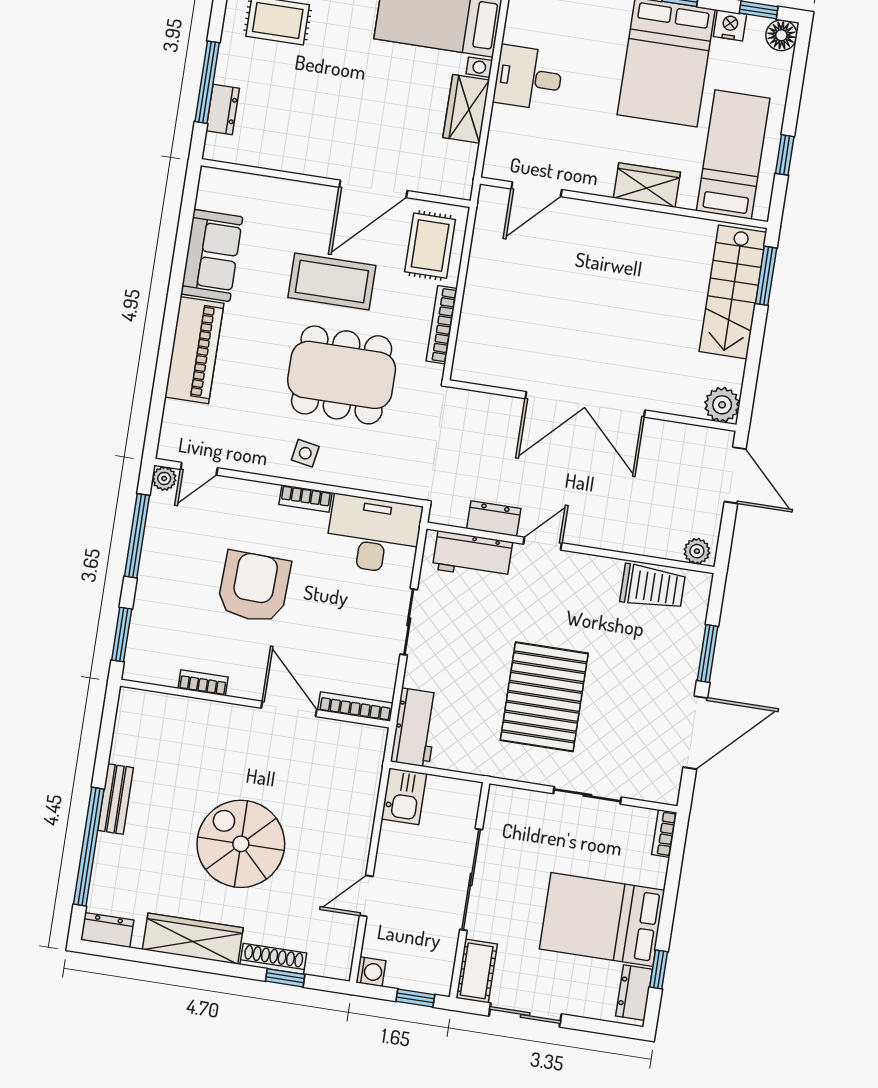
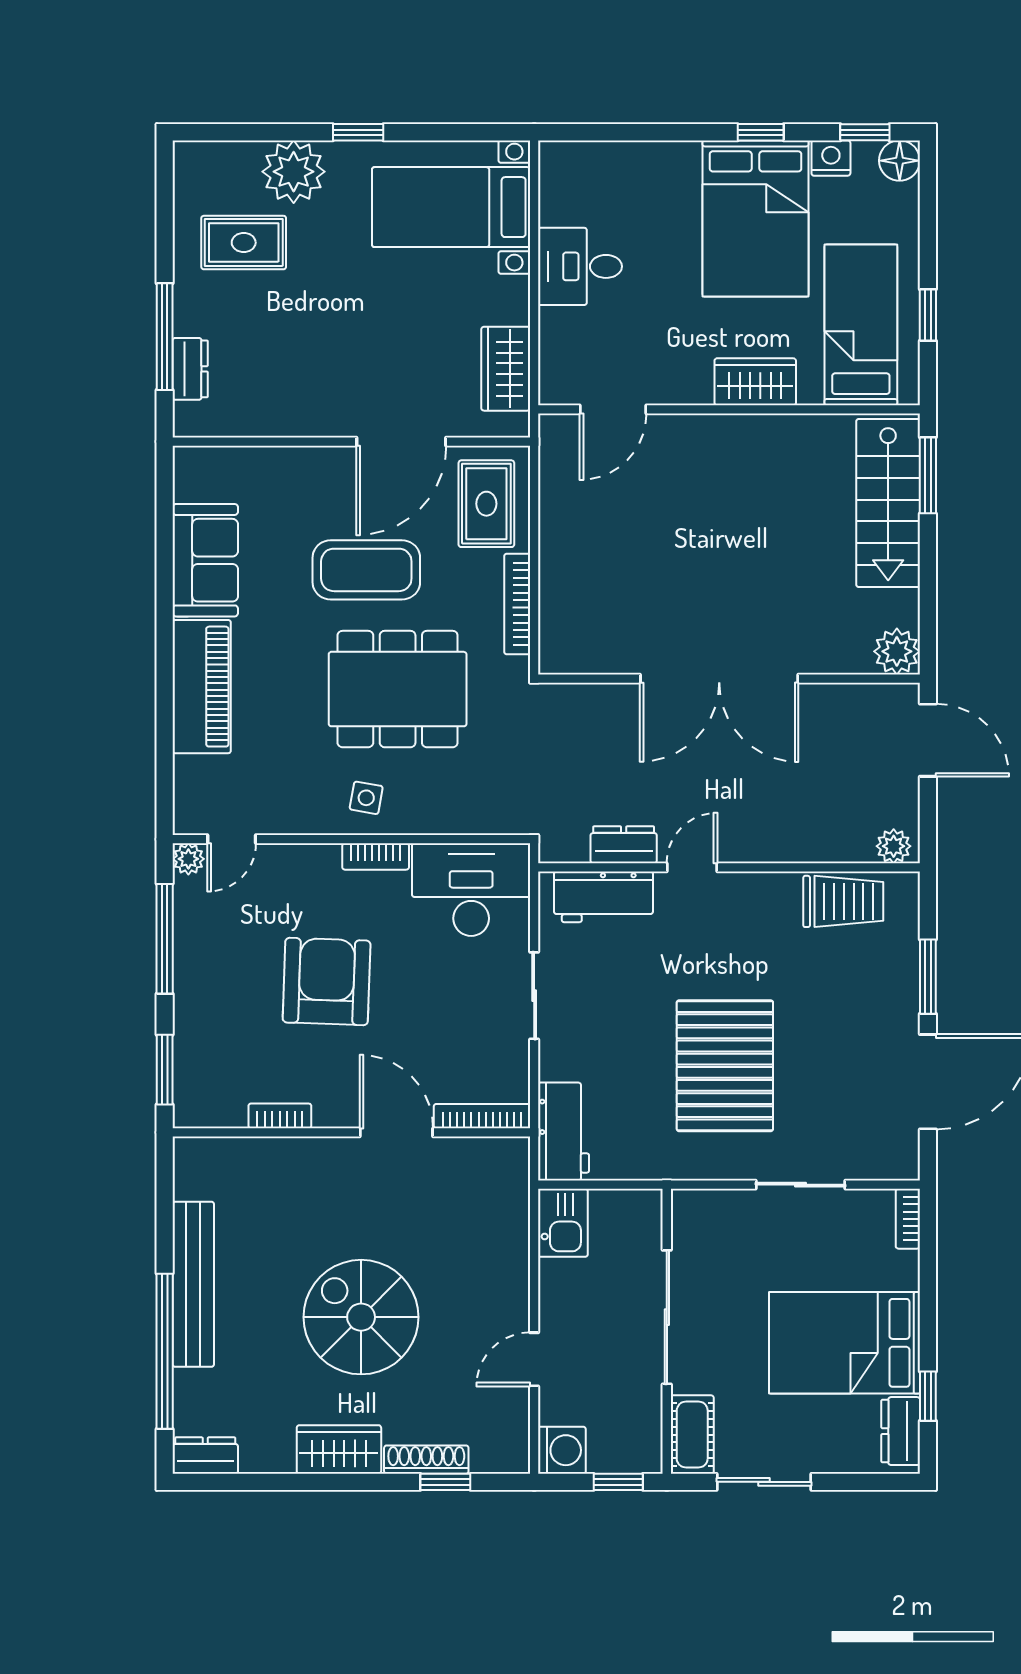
wardrobe: (466, 109) -> (506, 369), moved
bench: (115, 799) -> (193, 1284), width x1.86, depth x1.21
wardrobe: (193, 939) -> (339, 1449), width x0.67
washing machine: (371, 972) -> (562, 1450), width x1.38, depth x1.38

